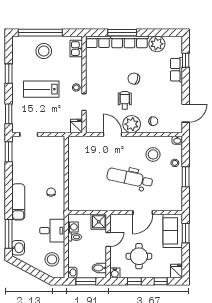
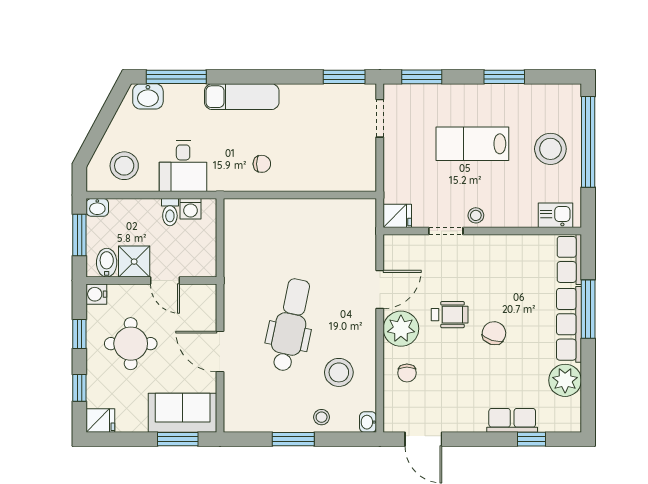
lab bench: (41, 89) -> (472, 144), turned -90
shower: (99, 222) -> (134, 262), moved

